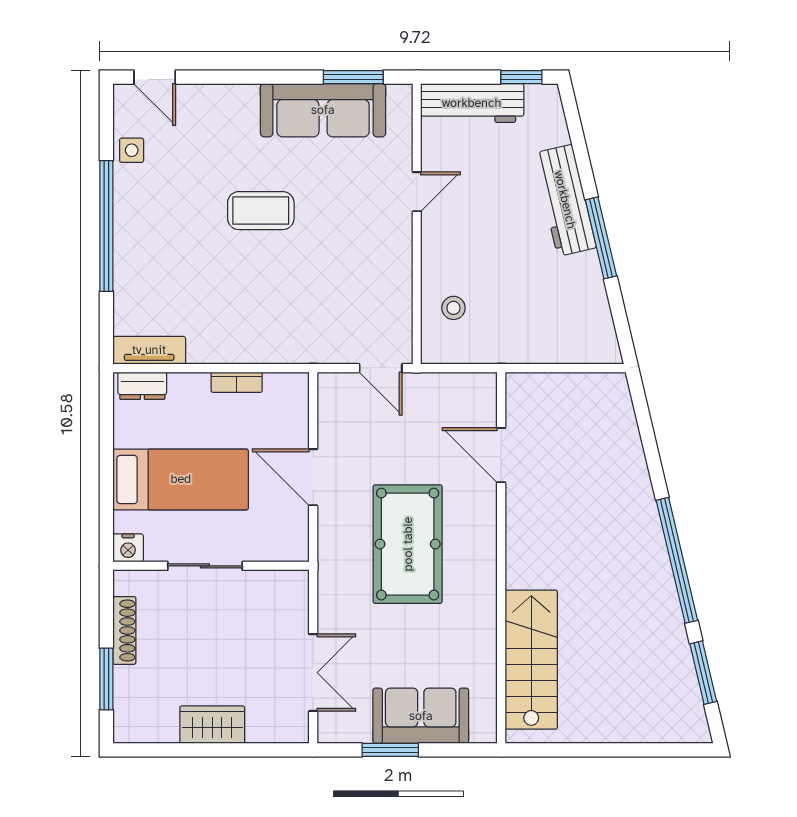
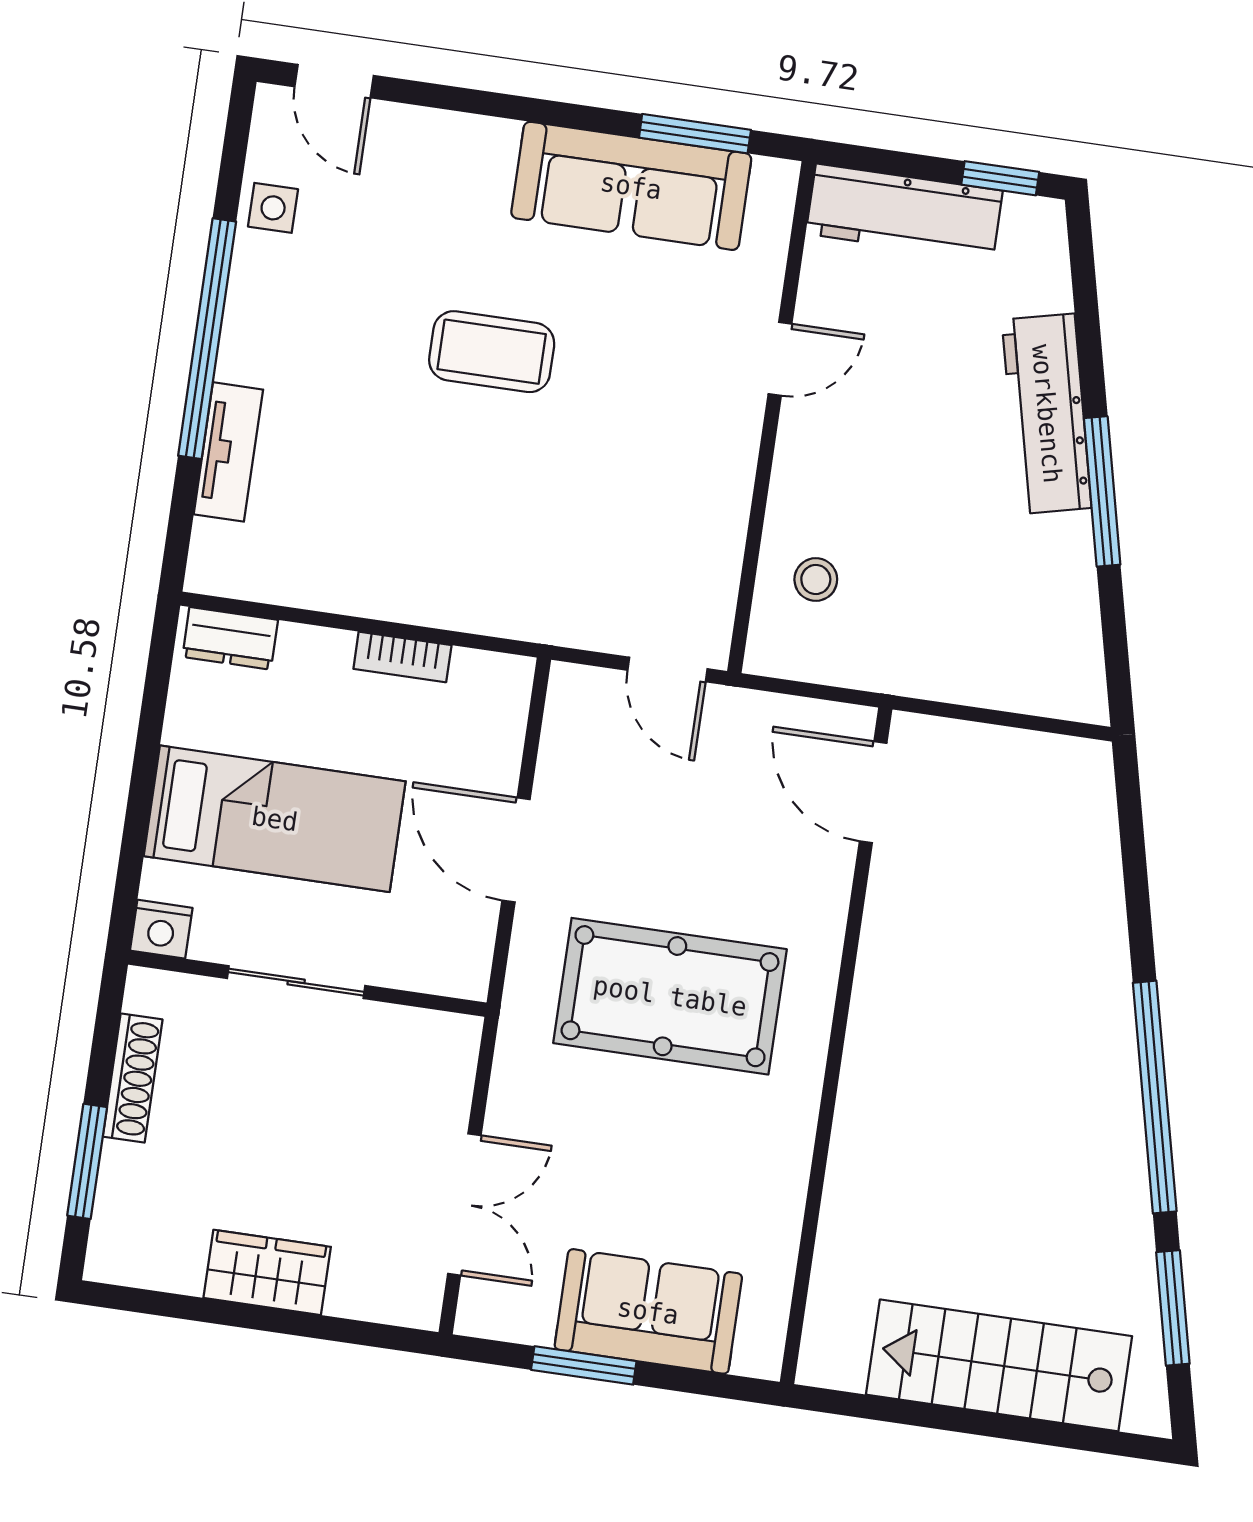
tv unit: (149, 350) -> (228, 452), moved, turned 90
door: (501, 455) -> (873, 792), moved
pool table: (408, 544) -> (670, 996), turned 90
stairs: (531, 660) -> (999, 1365), moved, turned -90

